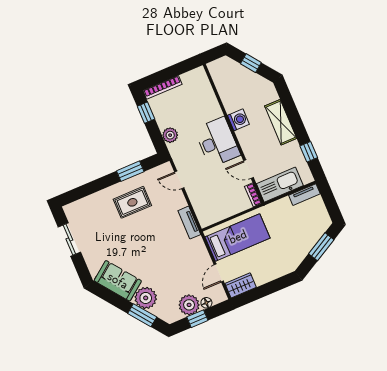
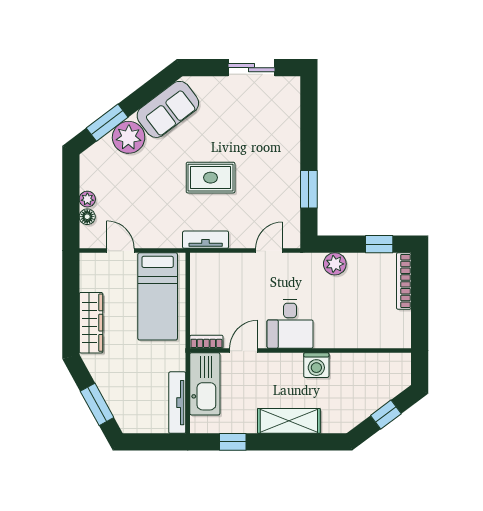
desk: (217, 142) -> (290, 324), width x0.73
tv unit: (304, 195) -> (177, 403), width x1.41
rug: (132, 202) -> (211, 178), moved, turned 90
wardrobe: (241, 285) -> (91, 323), moved, width x1.50
plant: (189, 305) -> (87, 199), width x0.53, depth x0.53
window: (197, 319) -> (71, 195), removed

